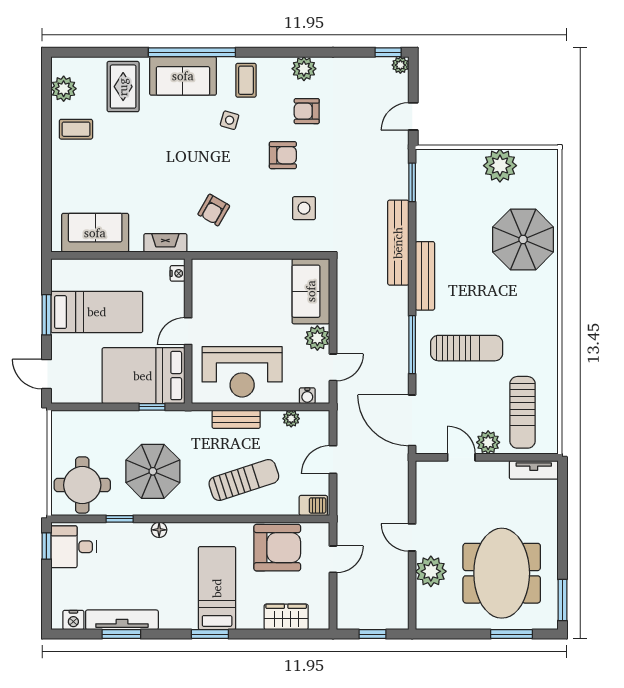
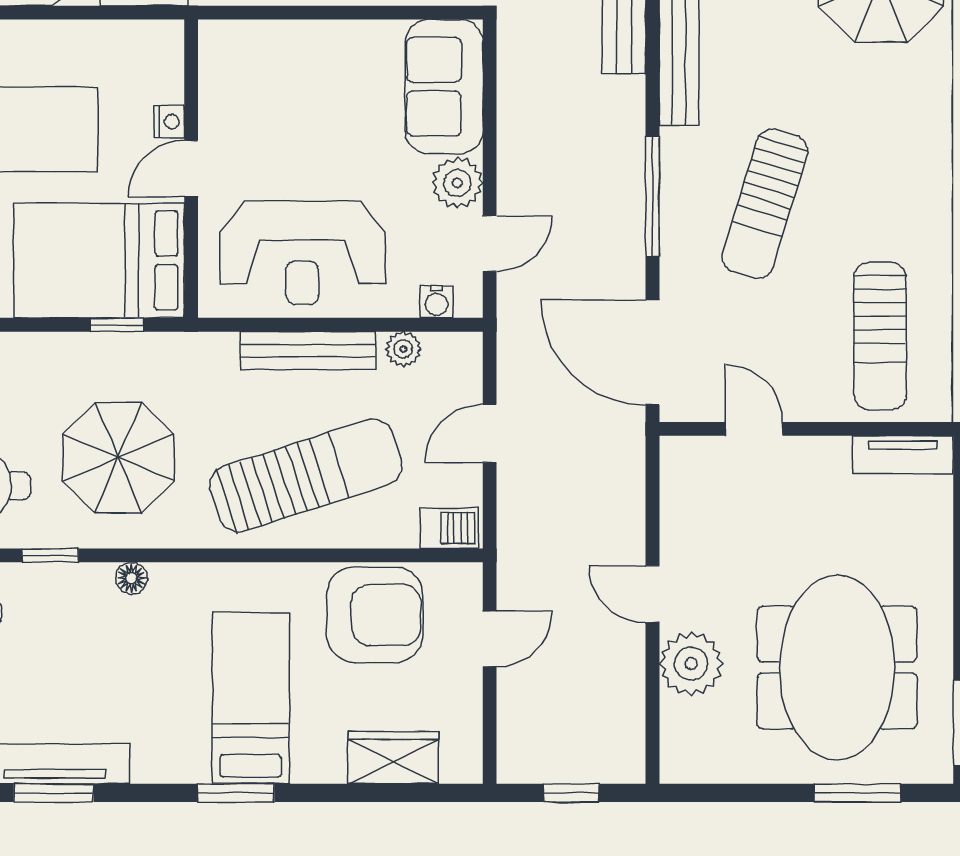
nightstand: (178, 273) -> (169, 122), moved
sun lounger: (467, 348) -> (765, 204), turned 107
bench: (236, 419) -> (308, 350), width x1.36
plant: (488, 442) -> (809, 398), removed
sun lounger: (244, 480) -> (306, 476), width x1.36, depth x1.34

